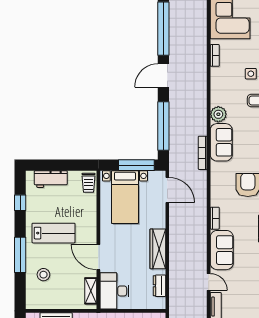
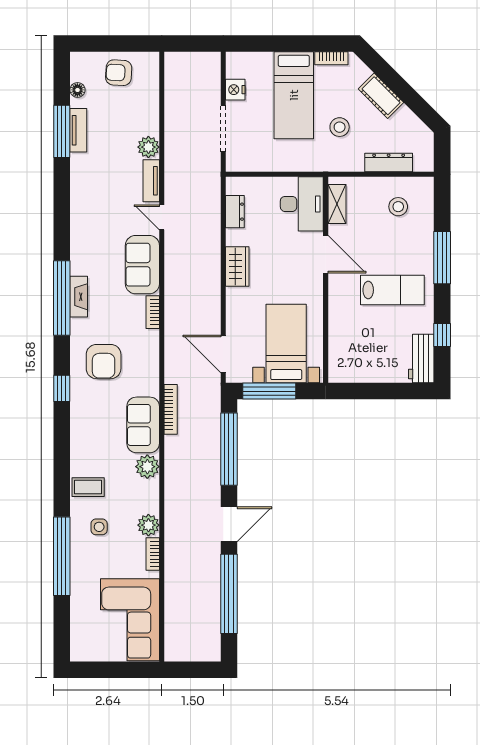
plant: (218, 75) -> (148, 525), added
workbench: (51, 179) -> (421, 358), moved, turned -90
trolley: (88, 183) -> (340, 365), removed
lab bench: (54, 233) -> (392, 290), turned 180
wardrobe: (158, 249) -> (237, 267), width x0.67
stool: (43, 275) -> (398, 207), moved

